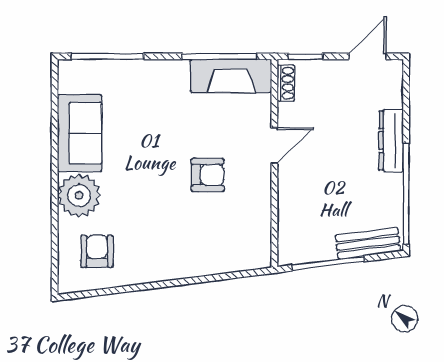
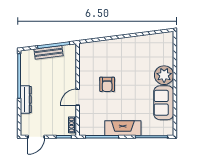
fireplace: (231, 76) -> (123, 128), moved
armchair: (208, 175) -> (107, 84), turned -90
bench: (368, 243) -> (48, 52), moved
armchair: (97, 251) -> (156, 50), removed

